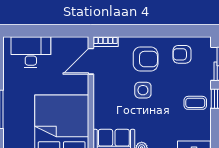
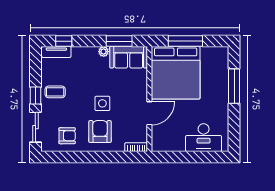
armchair: (146, 59) -> (100, 131), turned 90
door: (91, 61) -> (149, 113), moved

